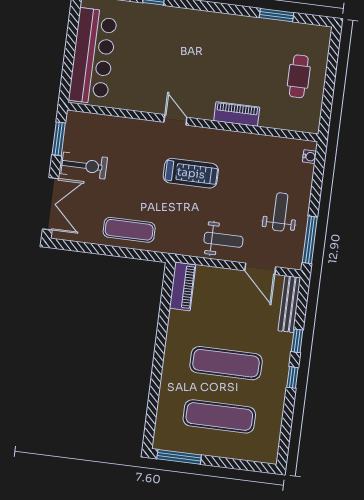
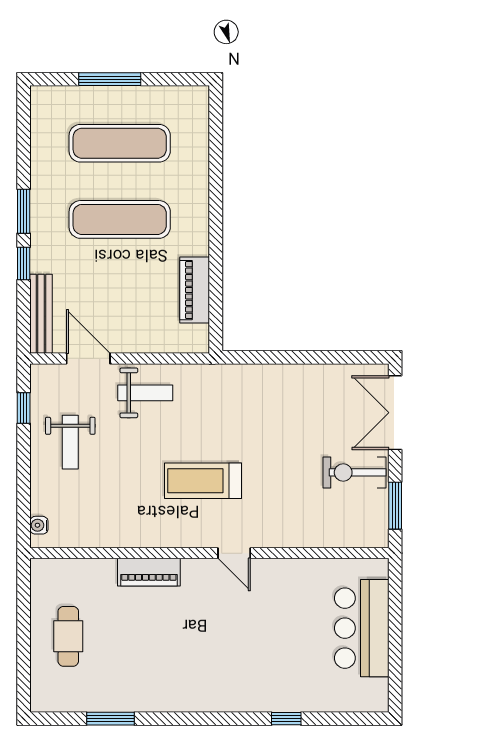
bar counter: (93, 56) -> (362, 628), width x0.73
exercise mat: (129, 230) -> (280, 390), removed
weight bench: (223, 240) -> (145, 393), turned 180
window: (310, 240) -> (24, 408), width x0.46
piano: (182, 287) -> (195, 290), moved
window: (292, 377) -> (24, 211), width x1.50
window: (179, 457) -> (110, 79), moved

